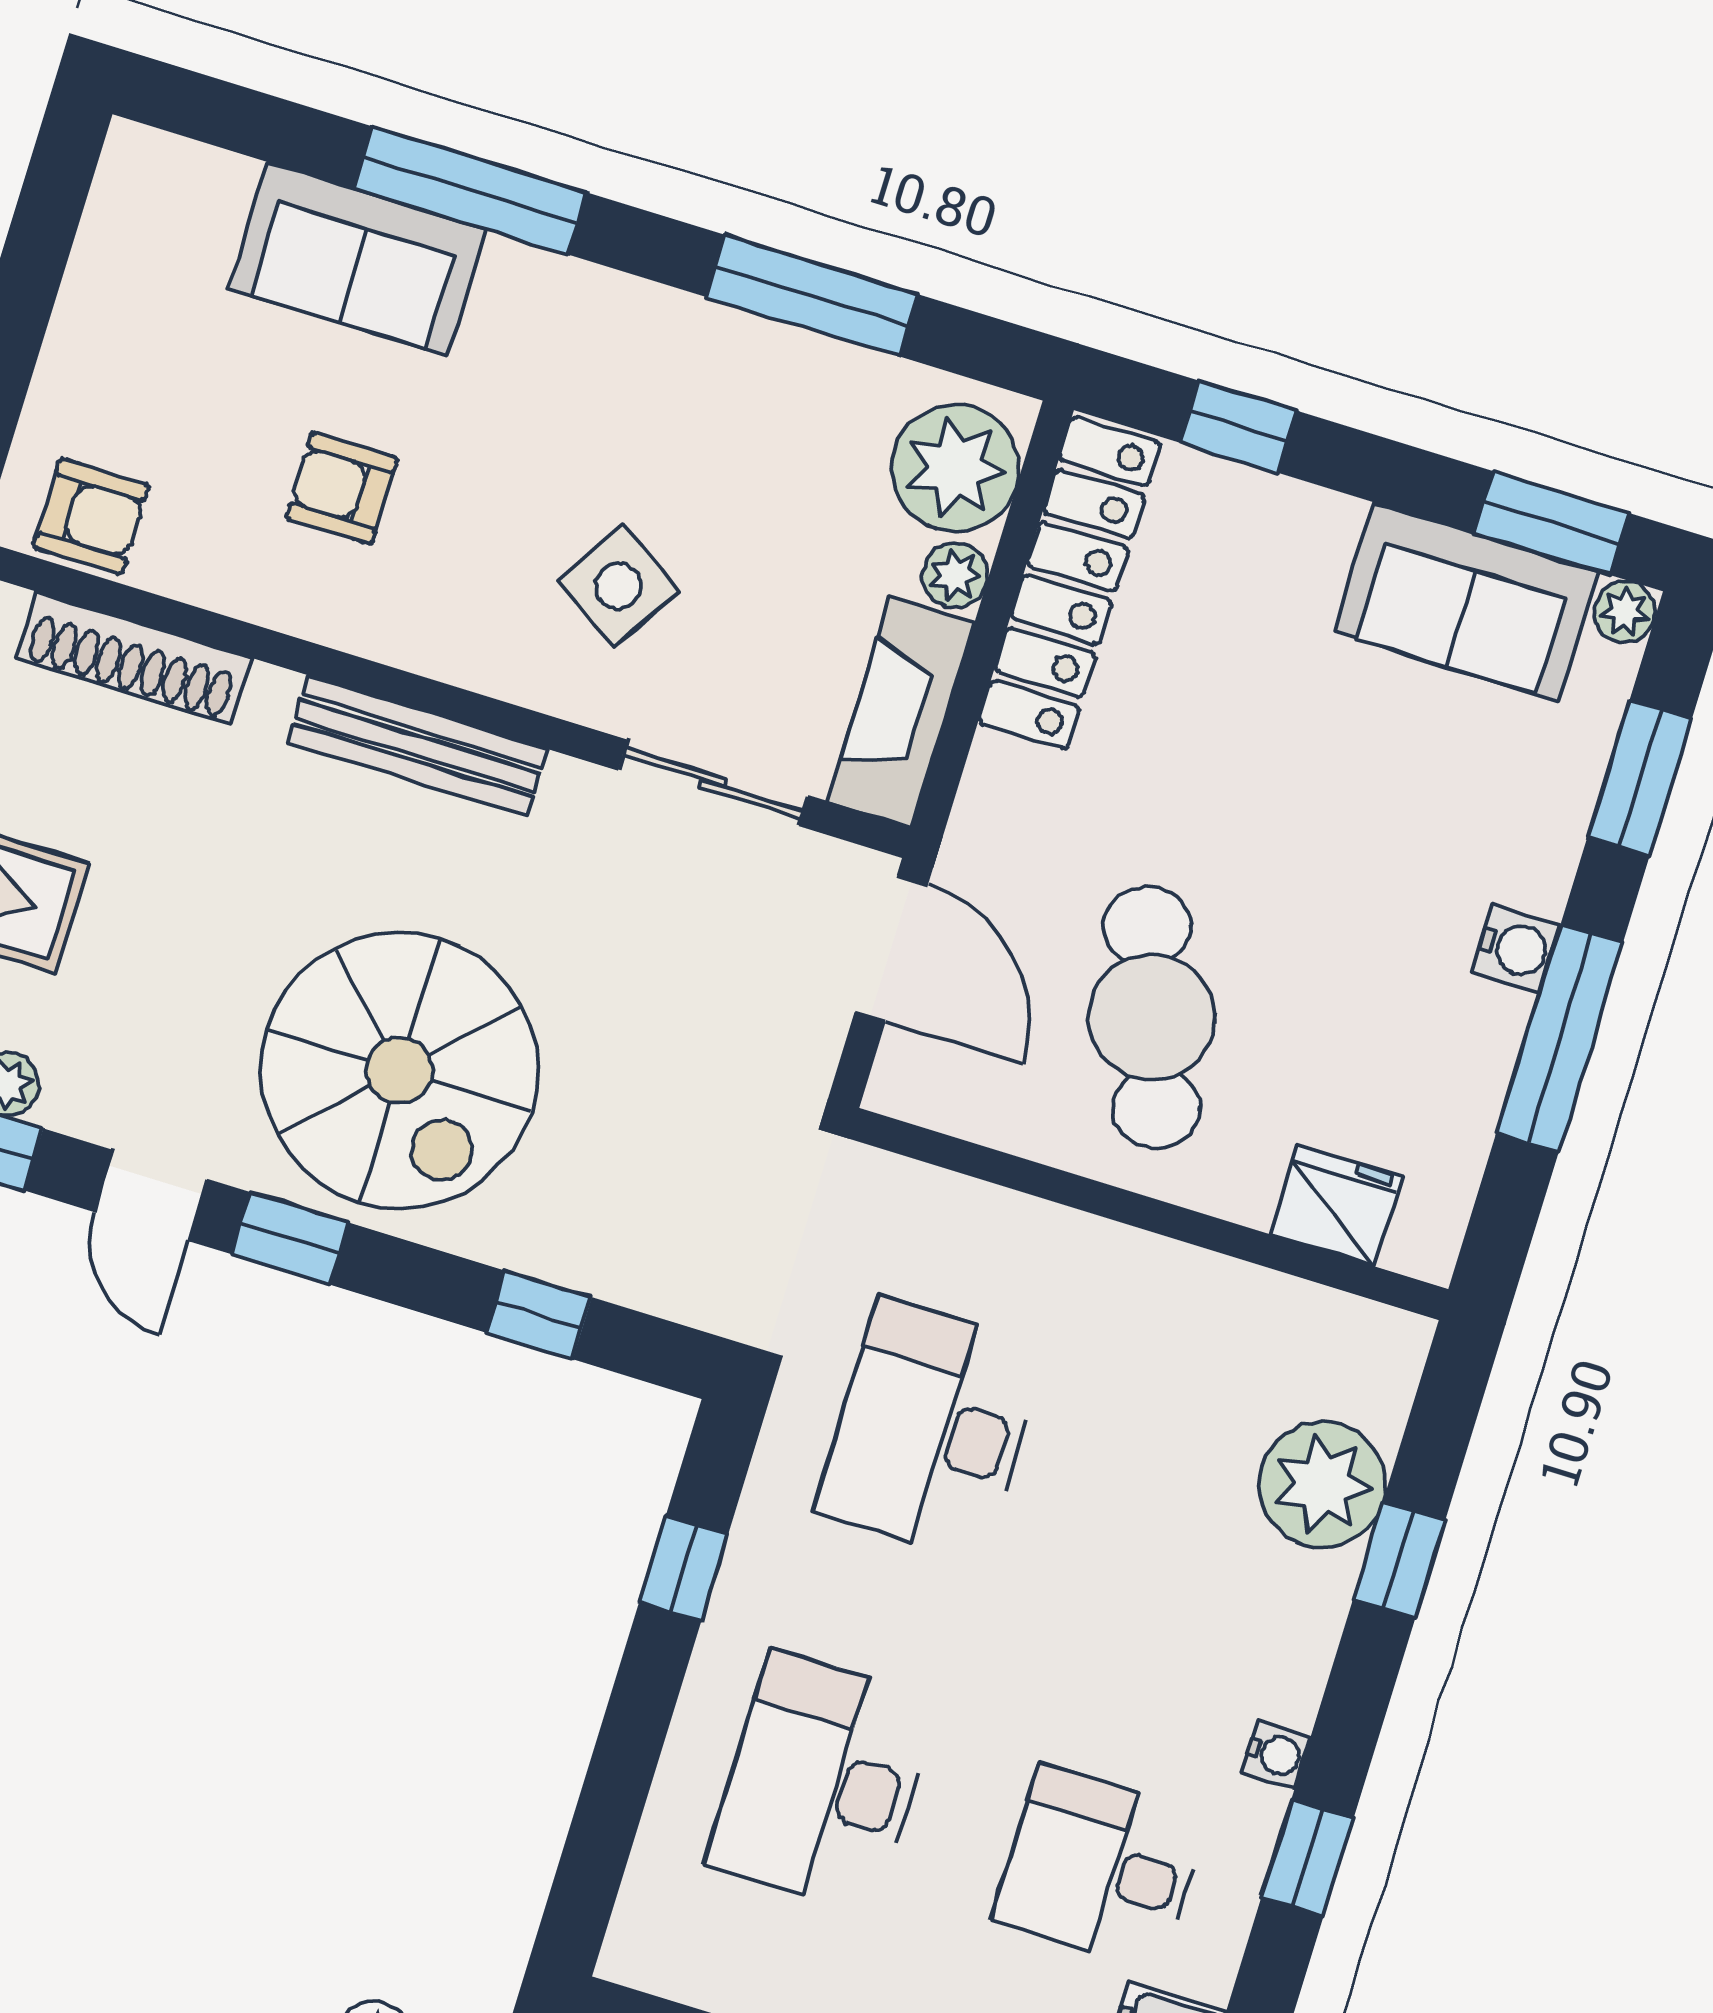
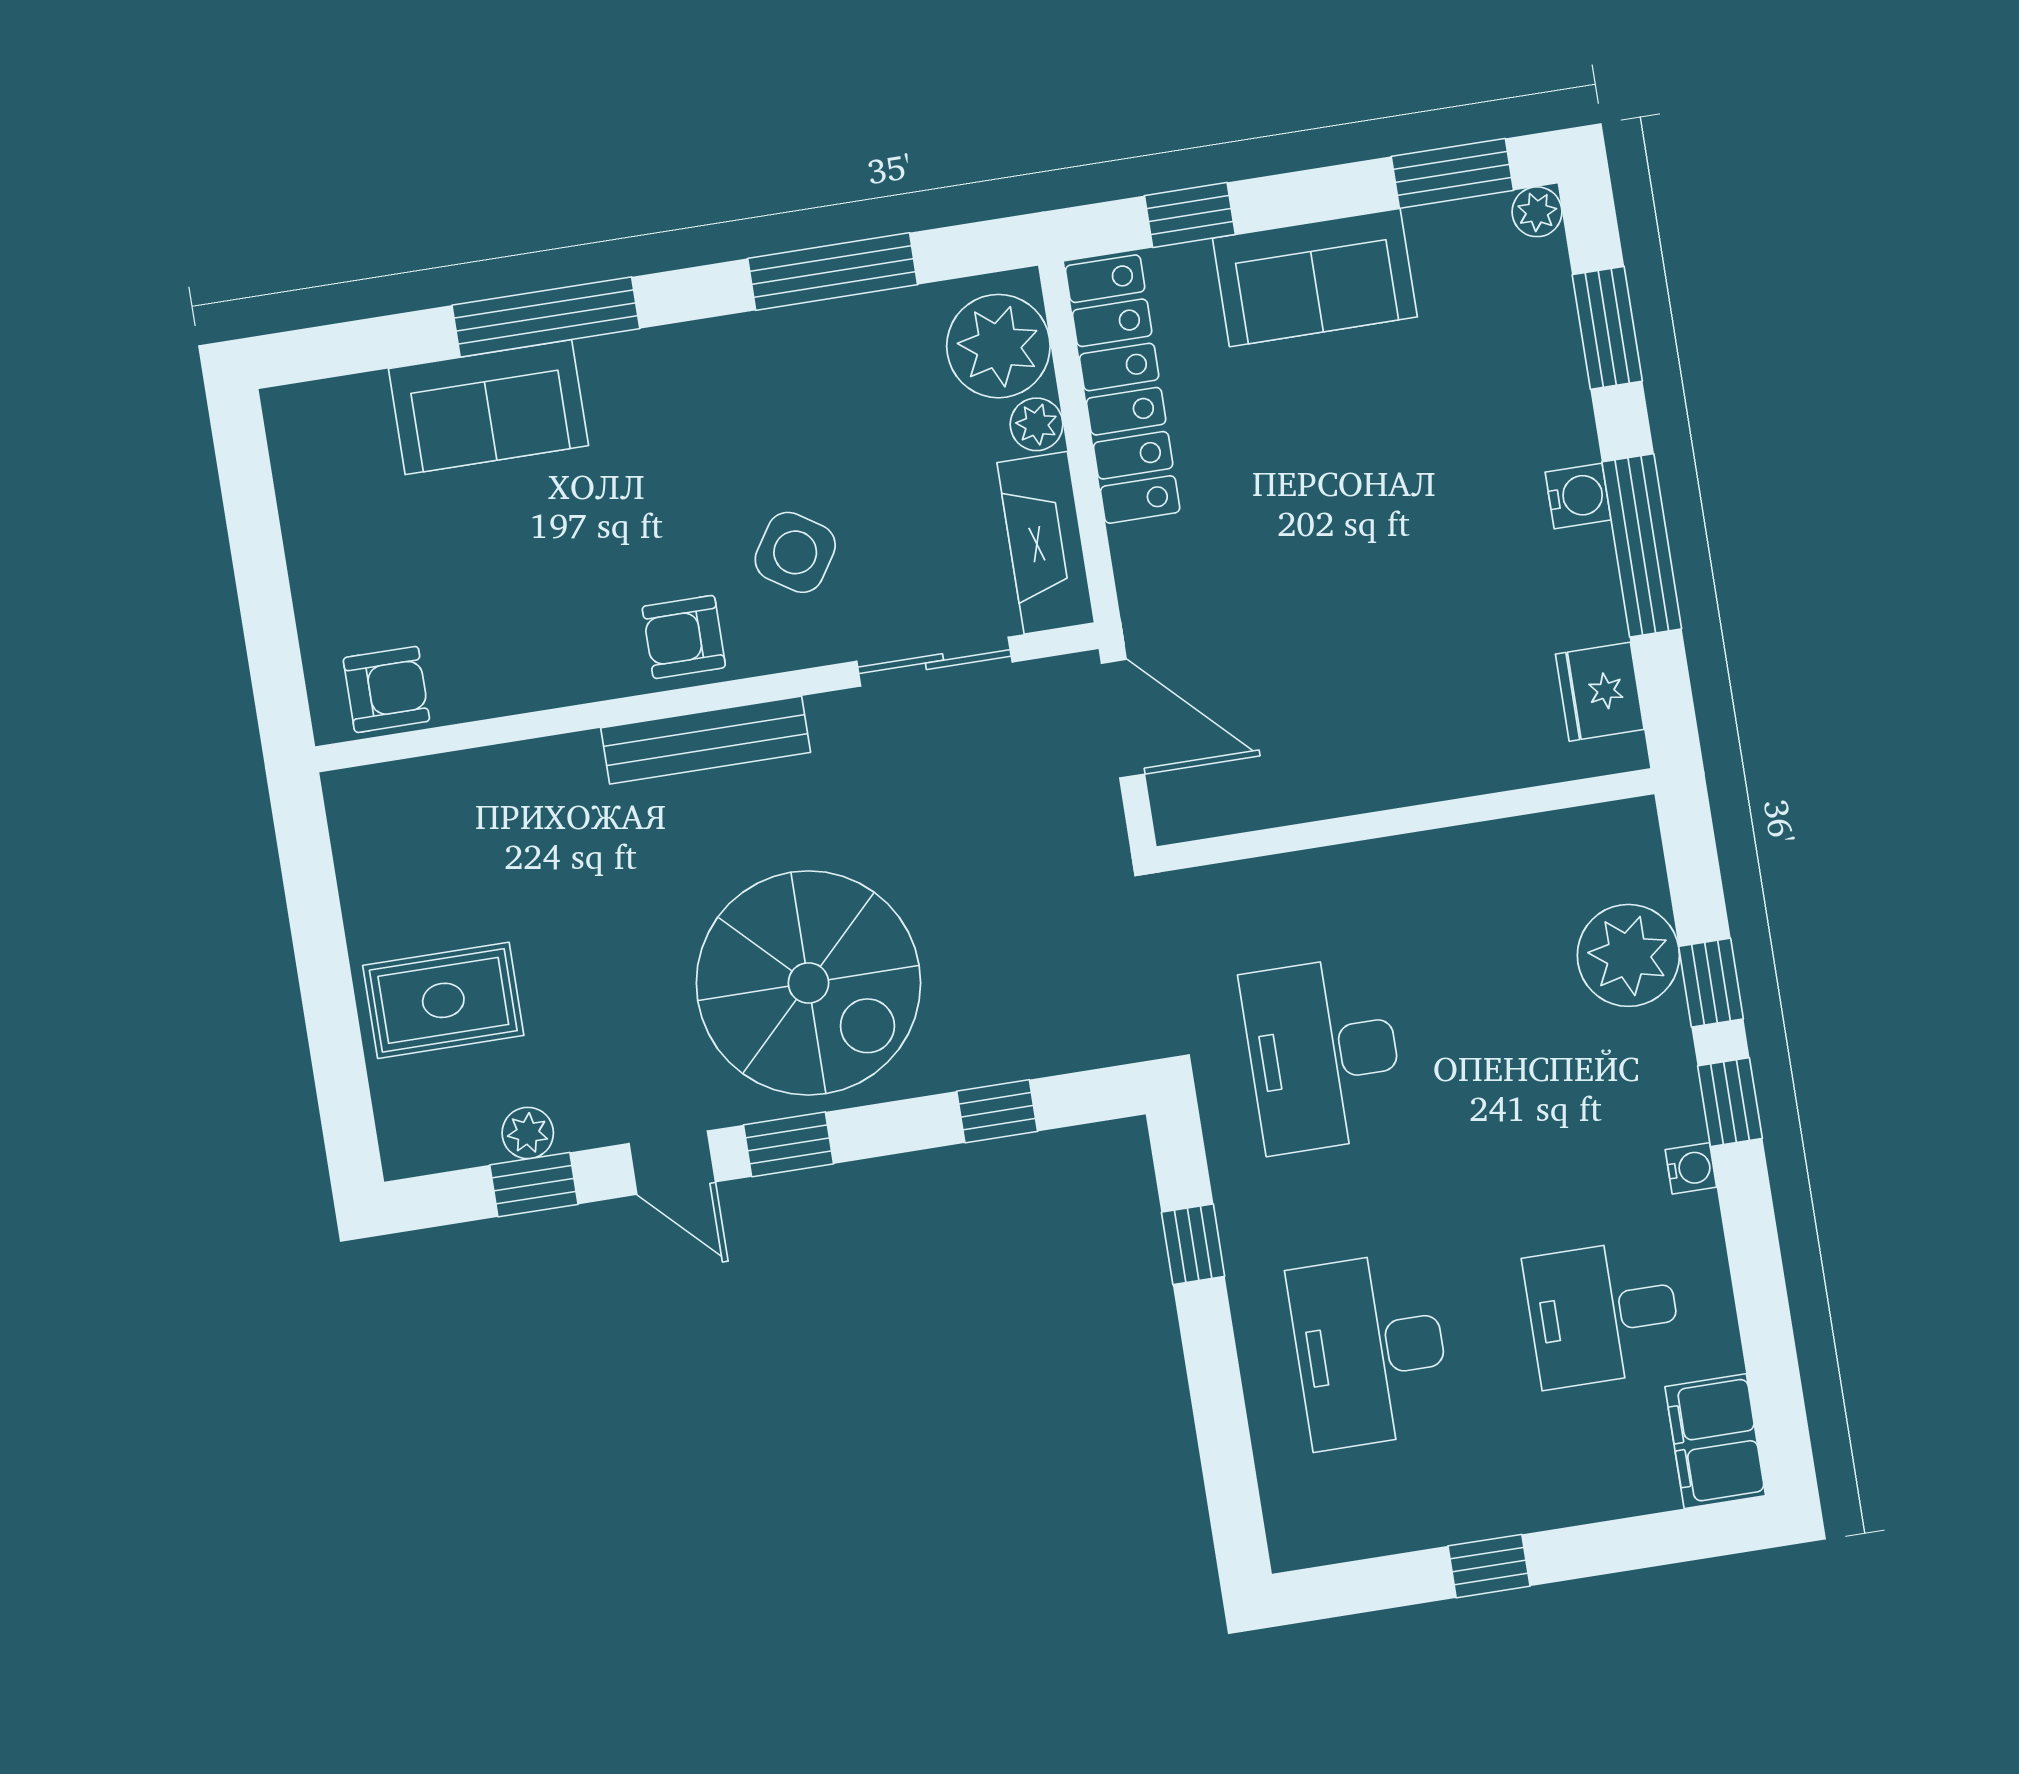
armchair: (342, 488) -> (684, 637), moved
sofa: (1466, 602) -> (1315, 278), moved
shoe rack: (133, 658) -> (468, 778), removed
cafe table: (1152, 1017) -> (1337, 676), removed
fridge: (1336, 1205) -> (1600, 692), moved, turned -90
window: (1307, 1858) -> (1730, 1102), moved

